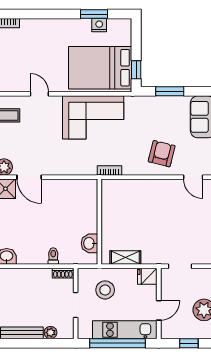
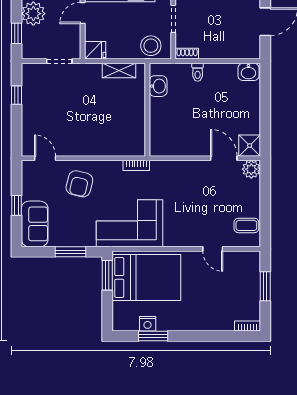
window: (136, 70) -> (107, 275), width x1.50
corner sofa: (93, 117) -> (130, 223), moved
stool: (105, 290) -> (151, 46), moved

